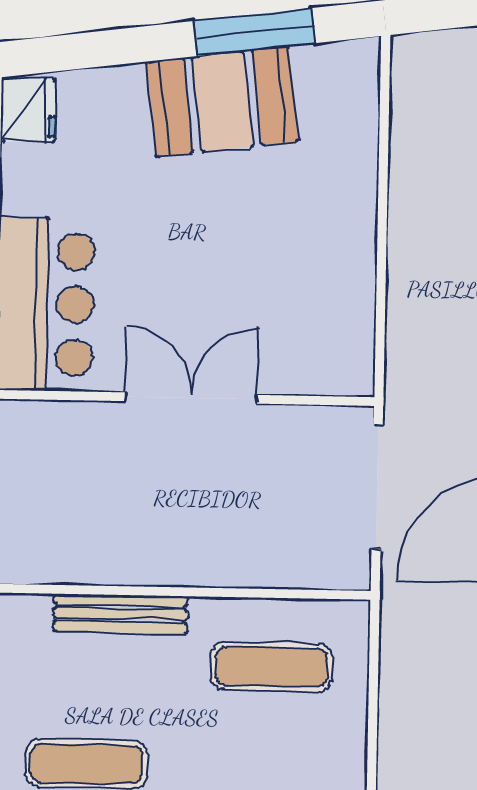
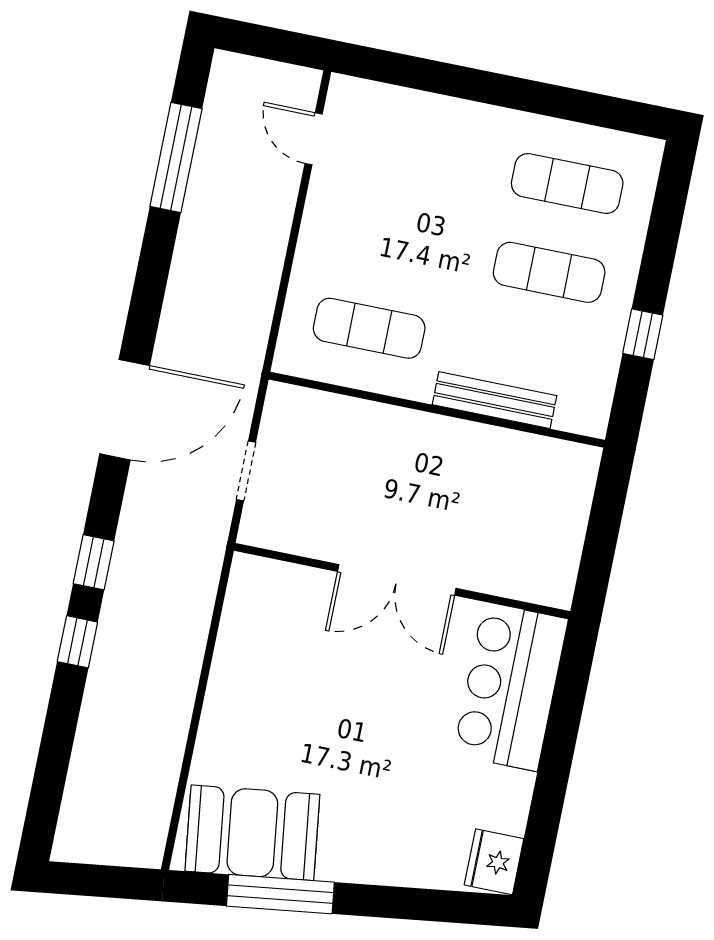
booth: (222, 101) -> (252, 833), moved
doorway: (377, 487) -> (246, 471), width x0.53

